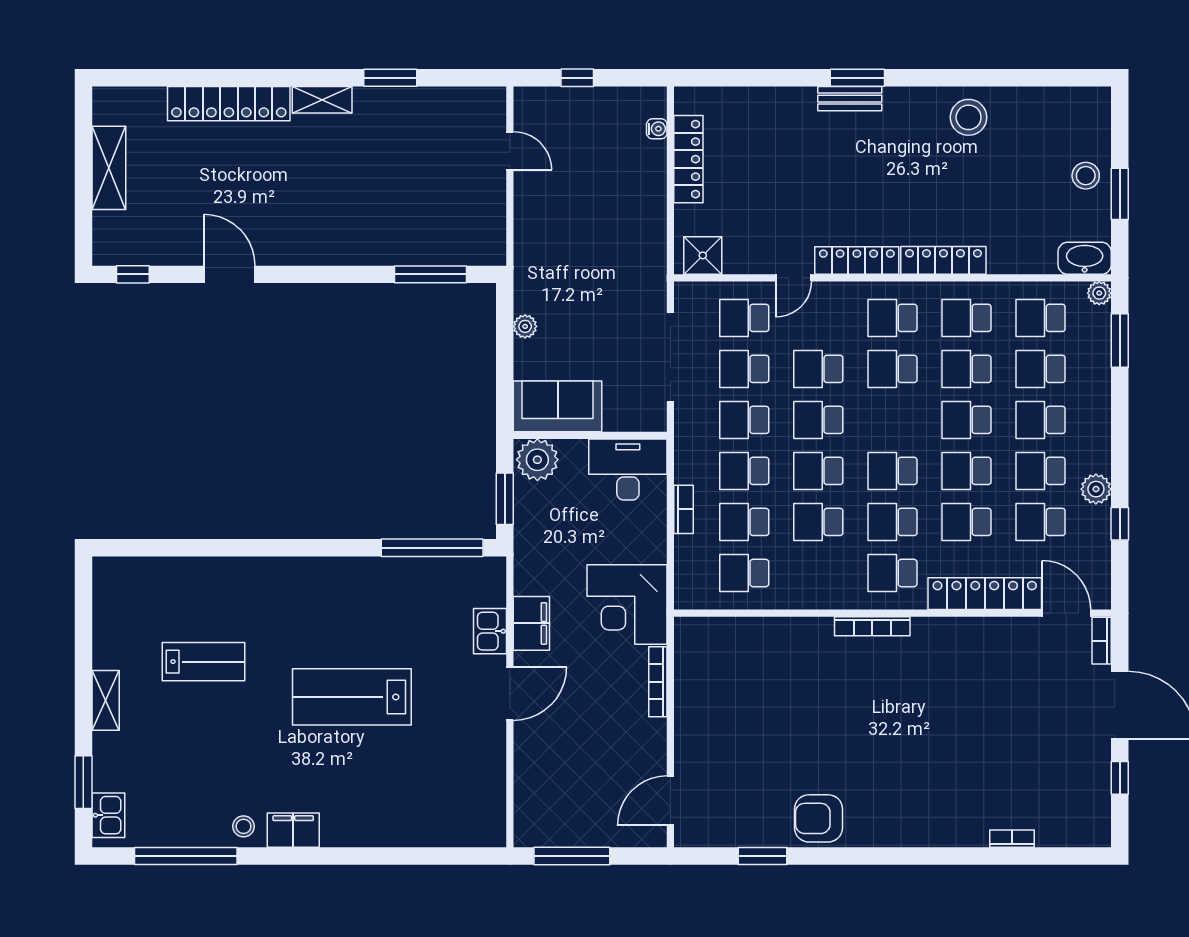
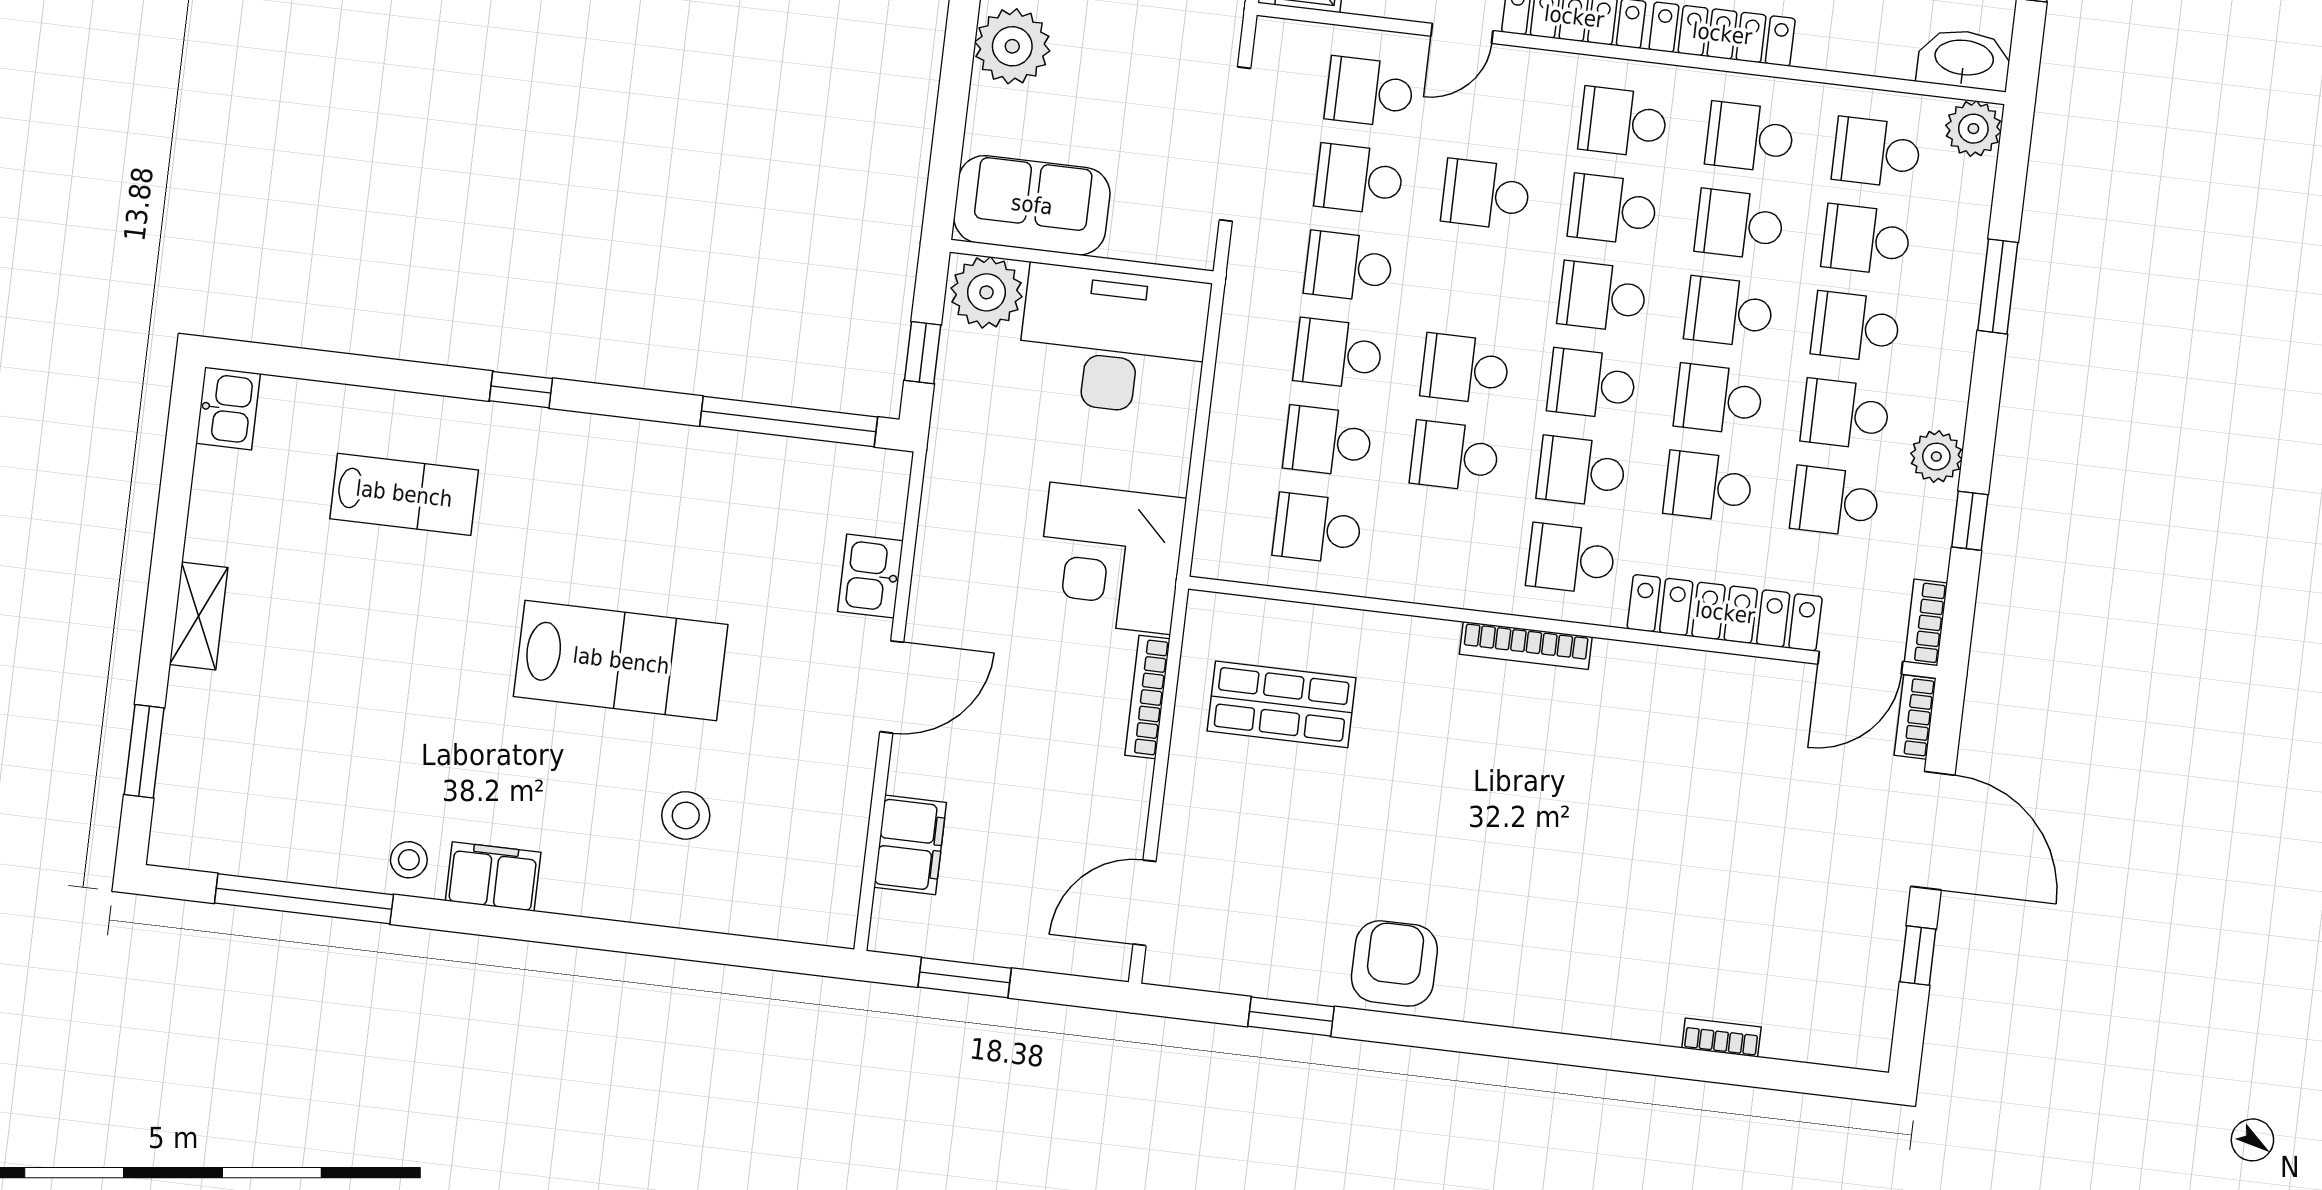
plant: (1099, 293) -> (1973, 129), width x1.38, depth x1.38
plant: (525, 326) -> (1012, 46), width x1.88, depth x1.88
window: (1120, 341) -> (1998, 286), moved
school desk: (818, 420) -> (1602, 297), moved
desk: (628, 470) -> (1113, 340), width x1.36, depth x1.30
window: (505, 499) -> (923, 353), width x0.67
bookcase: (684, 509) -> (1926, 622), moved, turned 180
window: (276, 548) -> (521, 390), added
door: (1066, 613) -> (1860, 663), swing flipped
filing cabinet: (531, 623) -> (910, 845), moved
lab bench: (203, 662) -> (404, 494), moved
shop shelf: (736, 677) -> (1282, 704), added
lab bench: (352, 697) -> (621, 661), turned 180
stool: (400, 782) -> (686, 815), added
kitchen sink: (108, 815) -> (228, 408), moved
armchair: (818, 818) -> (1394, 963), turned 90
window: (572, 856) -> (965, 978), width x0.69

